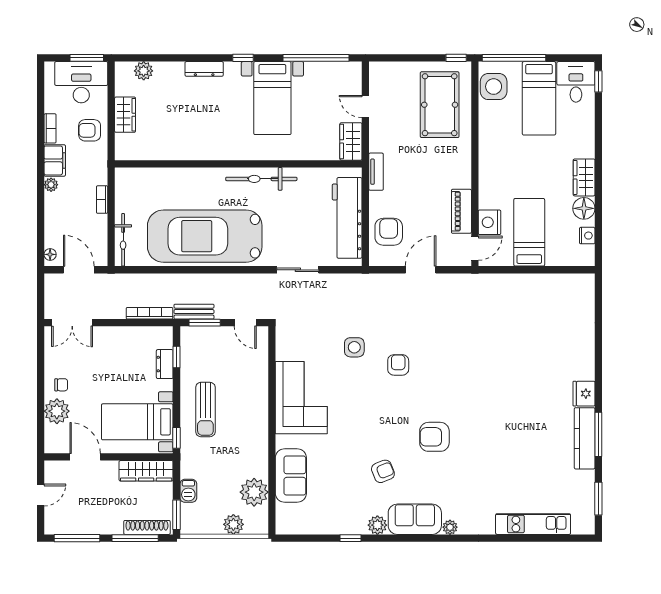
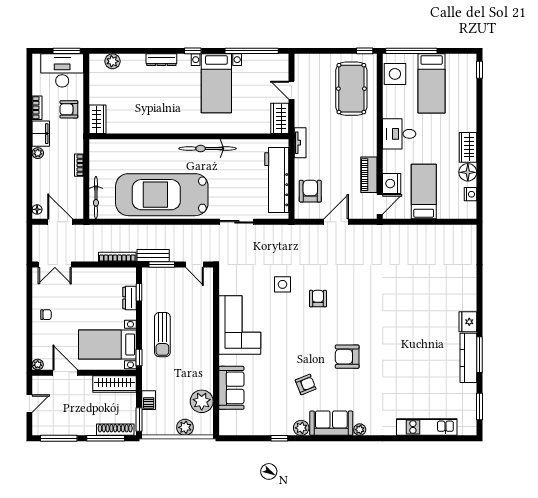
desk: (576, 82) -> (399, 134), moved, turned -90
wardrobe: (125, 115) -> (98, 119), moved
plant: (57, 411) -> (38, 365), moved, width x0.53, depth x0.53

